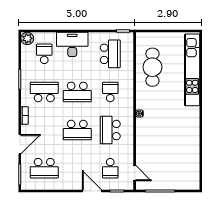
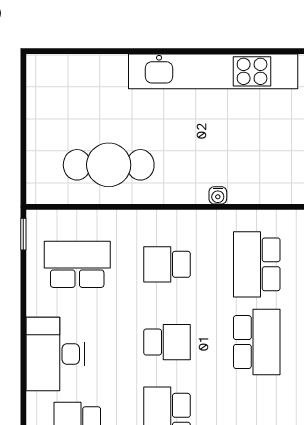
kitchen unit: (192, 70) -> (213, 71), moved
school desk: (77, 92) -> (167, 342), width x0.54
school desk: (110, 130) -> (257, 264), turned 90

